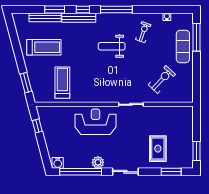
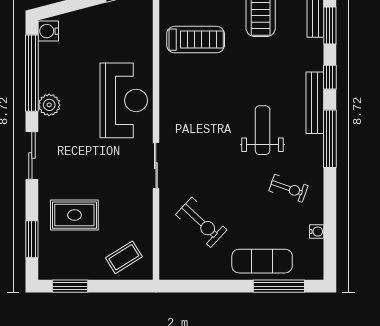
bench: (79, 18) -> (315, 103), moved
coffee table: (181, 122) -> (124, 257), added

